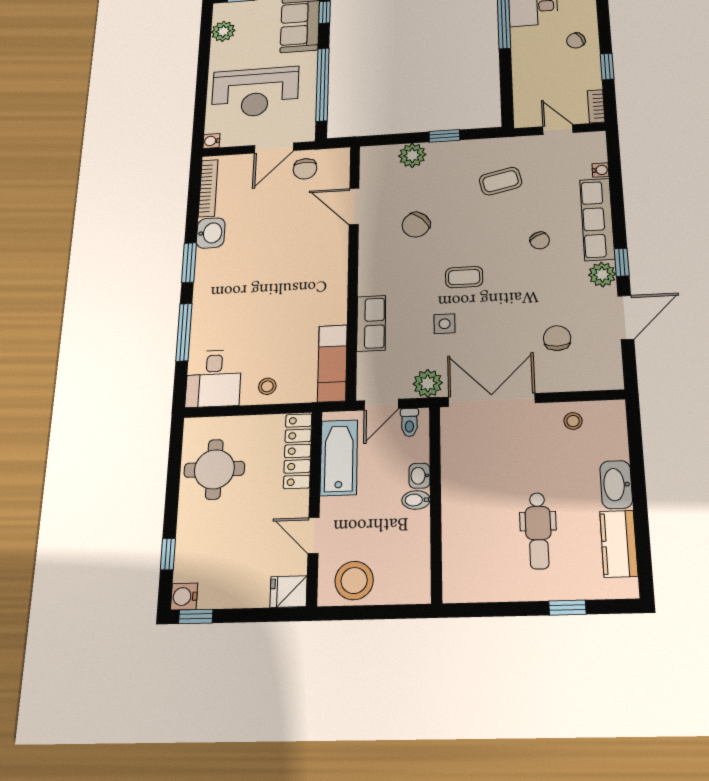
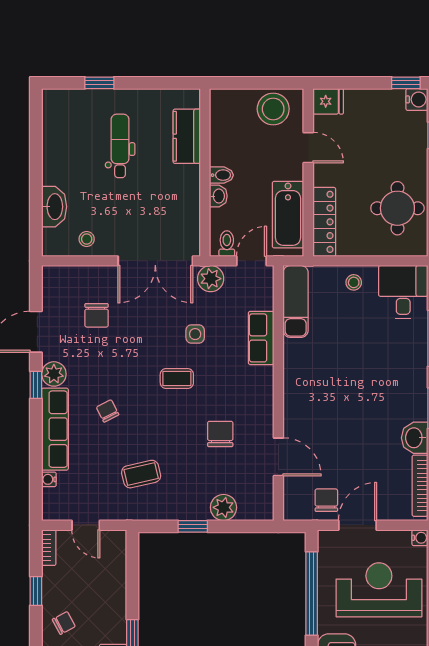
chair: (416, 225) -> (220, 434), turned -42
washbasin: (616, 485) -> (54, 207), moved
kitchen counter: (619, 544) -> (187, 136), moved, turned 180

